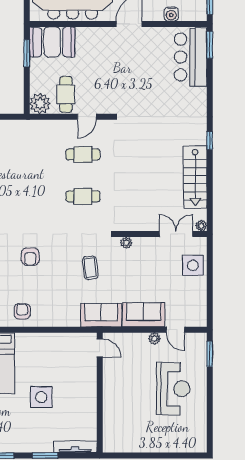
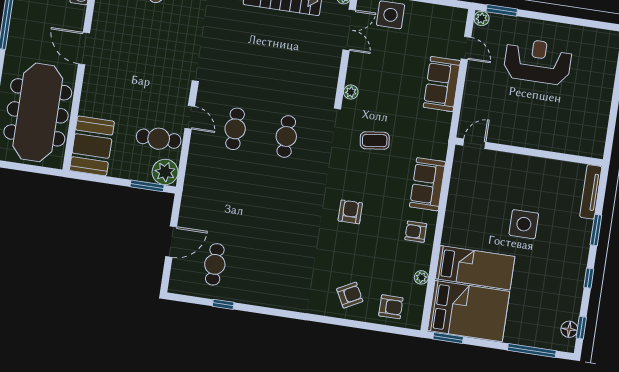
window: (27, 53) -> (147, 186), moved
double door: (176, 234) -> (349, 30), swing flipped
armchair: (30, 257) -> (350, 212), turned -90
sofa: (101, 315) -> (427, 184), moved
door: (175, 330) -> (466, 48), hinge flipped
plant: (154, 339) -> (482, 18), moved

